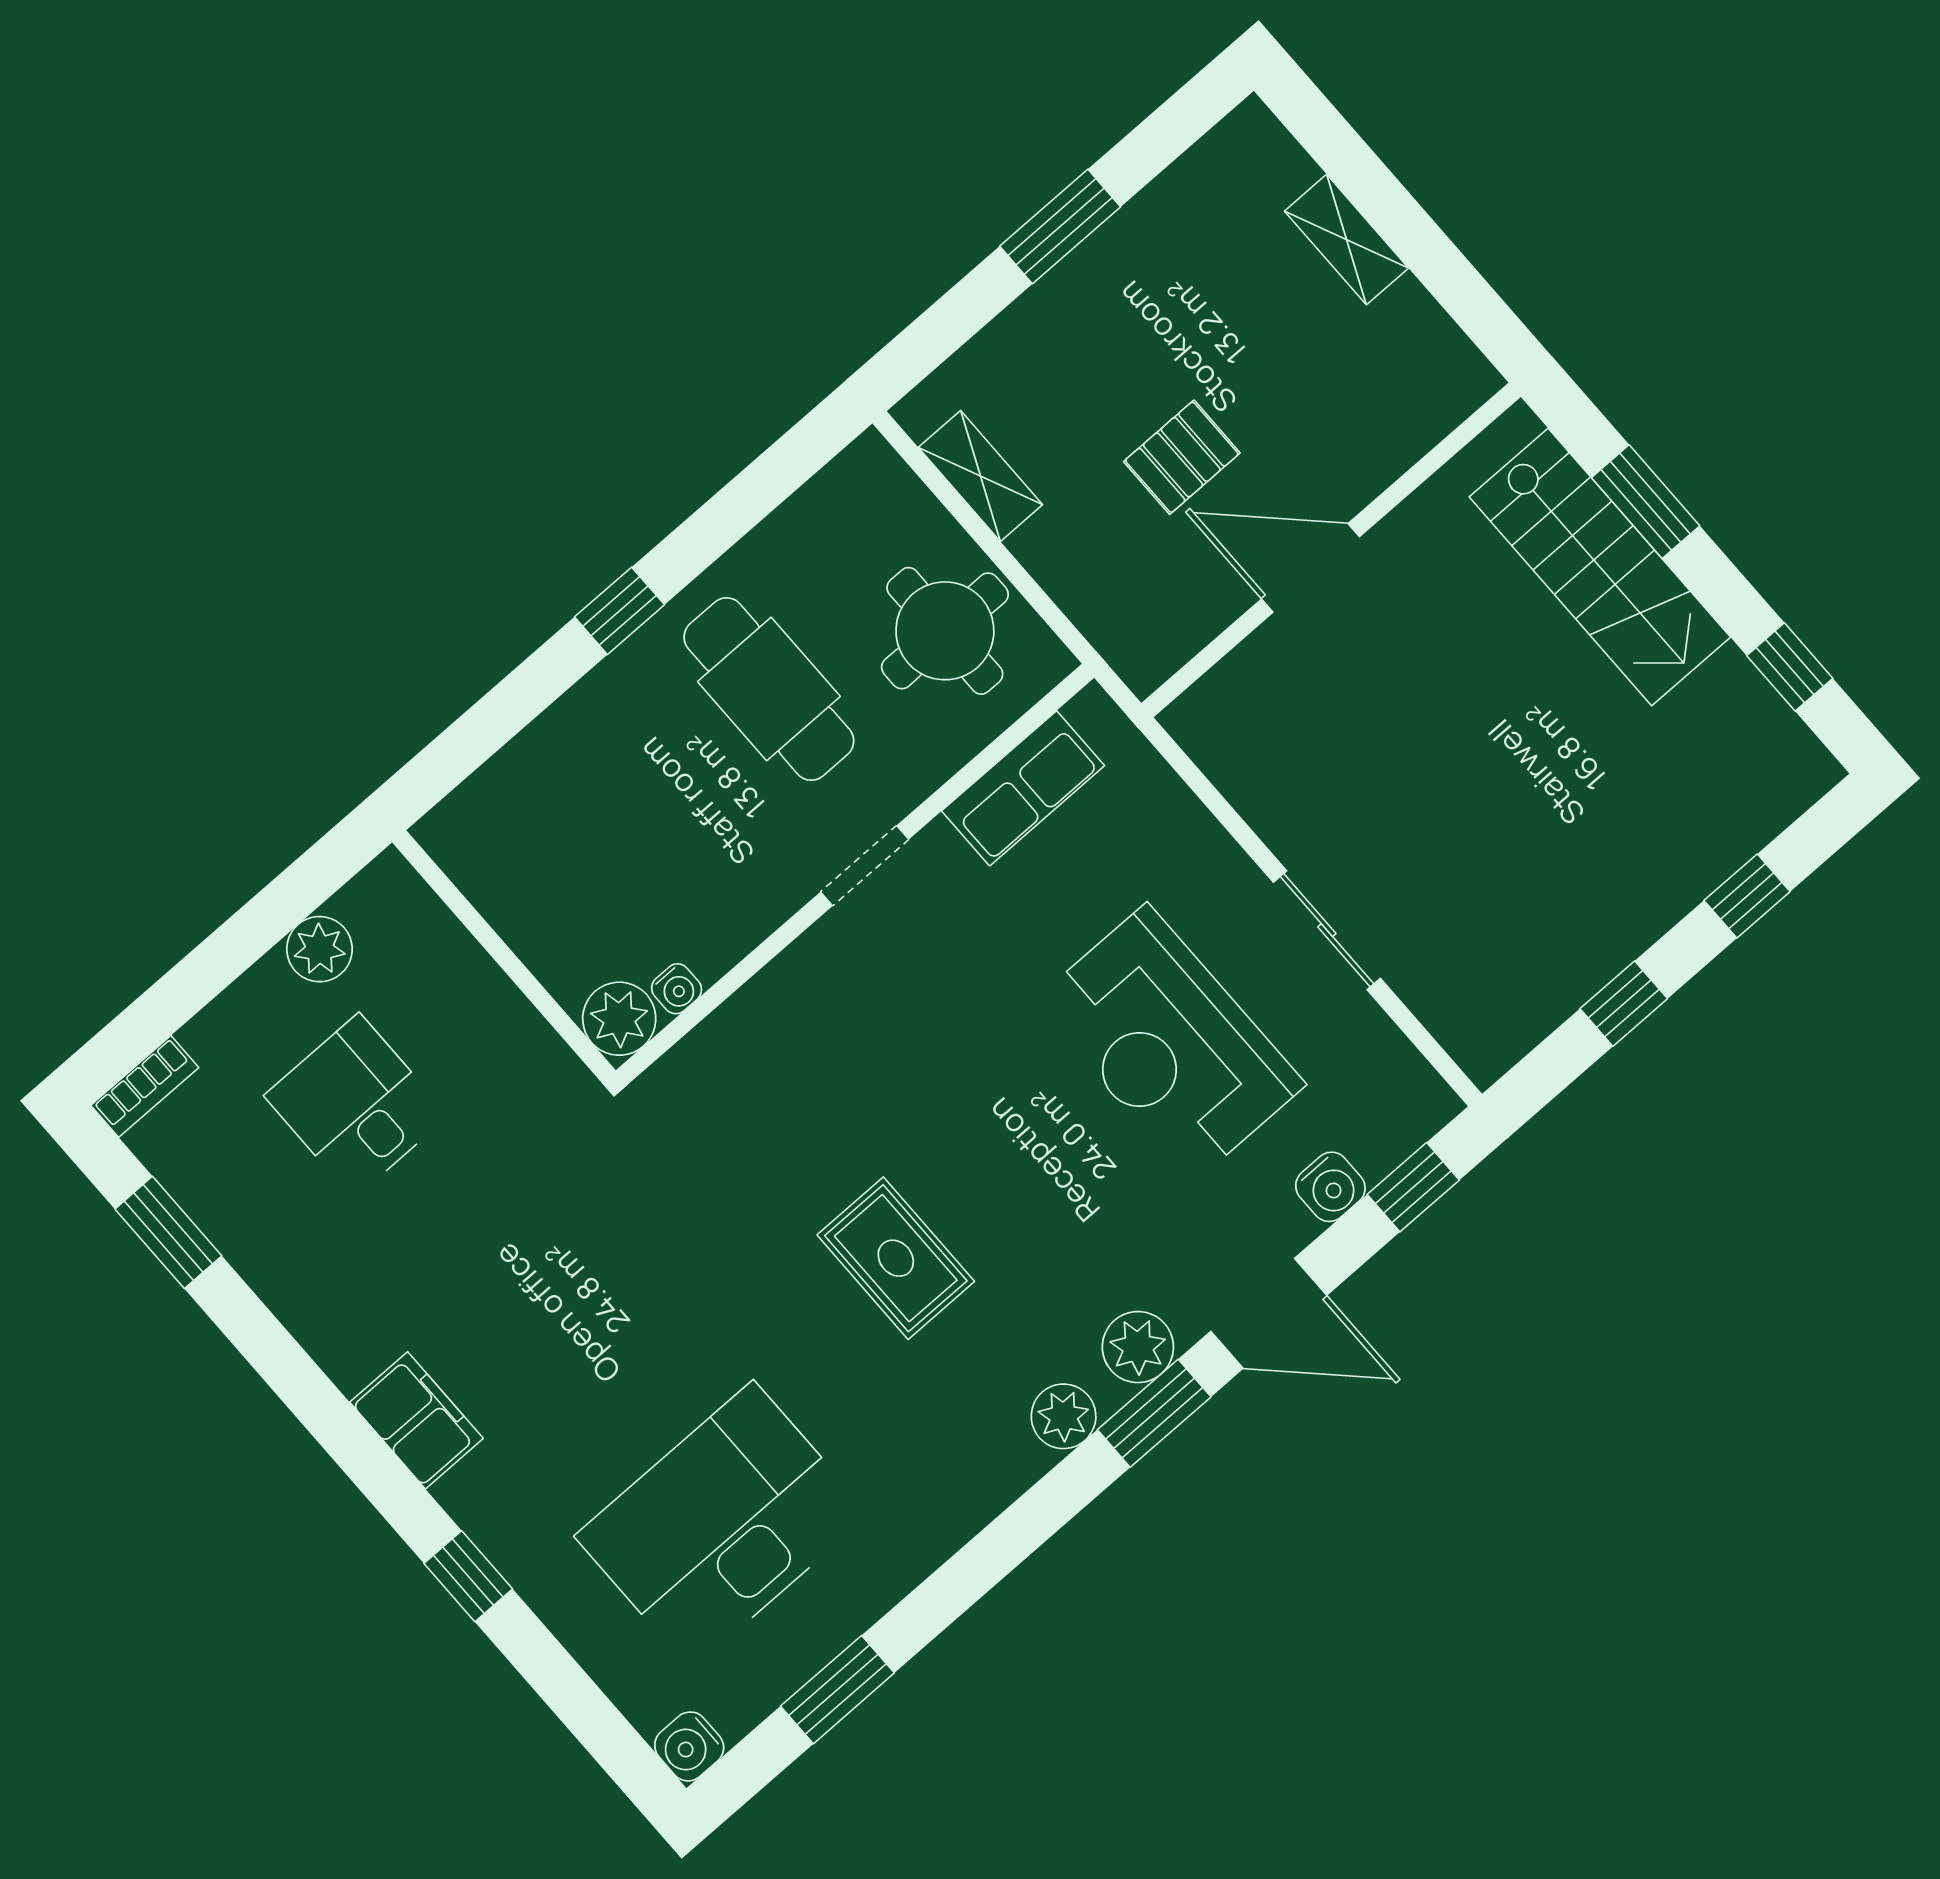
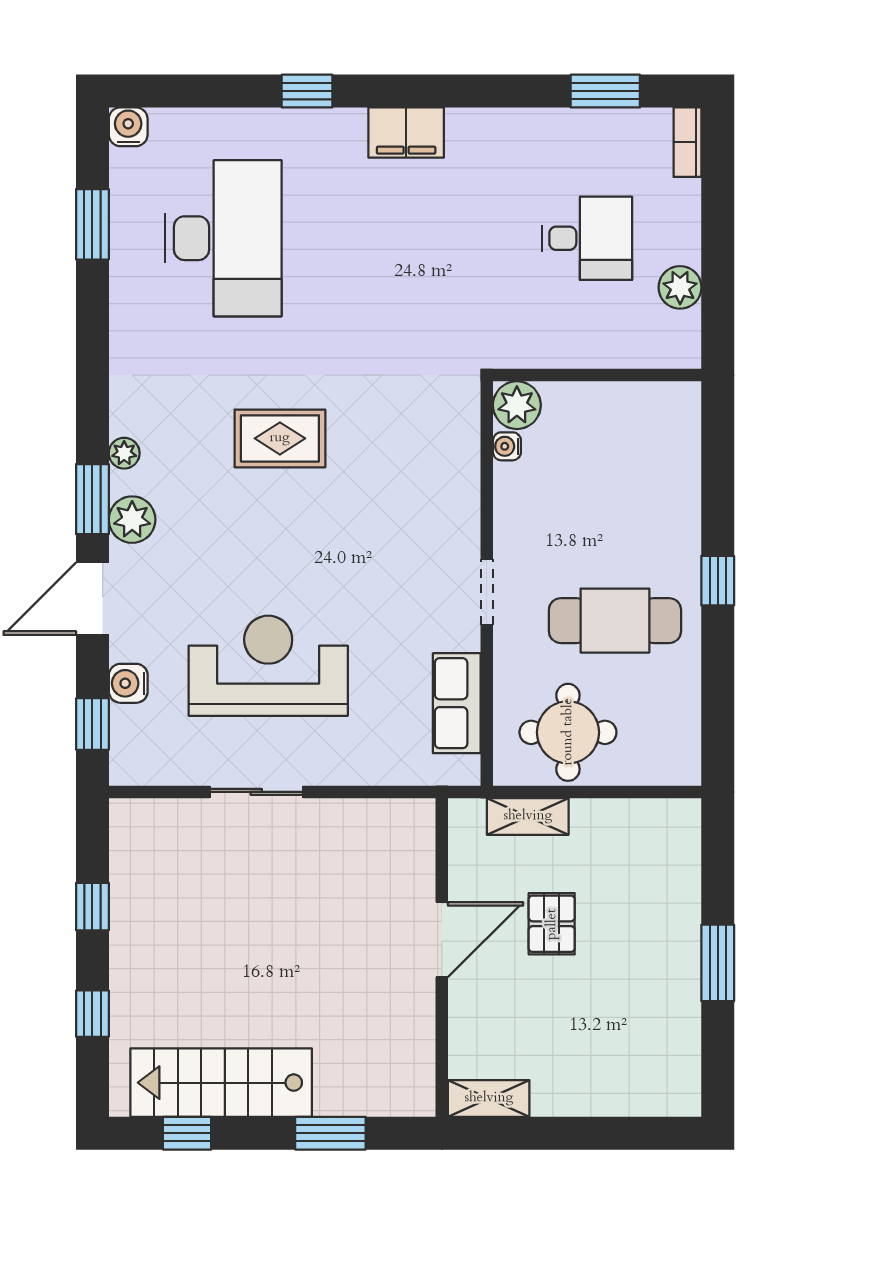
shelving: (1347, 240) -> (489, 1098), moved
shelving: (980, 476) -> (528, 816), moved
stairs: (1600, 567) -> (221, 1083), moved
plant: (1064, 1416) -> (124, 453), width x0.73, depth x0.73

